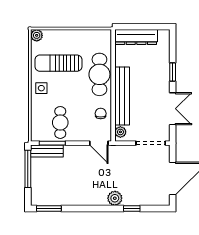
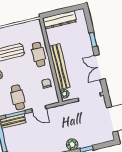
cafe table: (99, 74) -> (39, 54), width x0.73, depth x0.74
double door: (173, 109) -> (100, 67), swing flipped
door: (99, 143) -> (39, 109), moved

